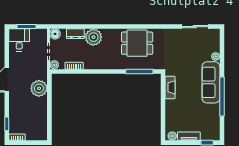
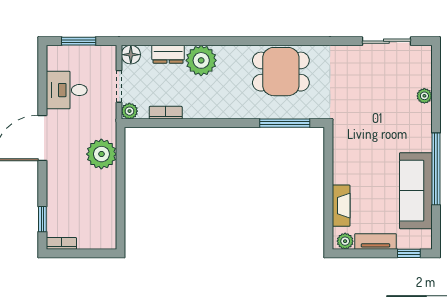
desk: (19, 40) -> (67, 90), moved, turned -90
sofa: (211, 82) -> (416, 191), moved
fireplace: (170, 87) -> (341, 206), moved

